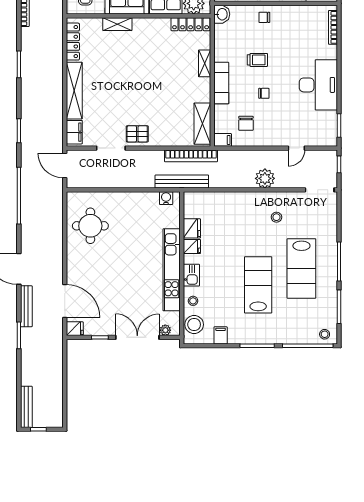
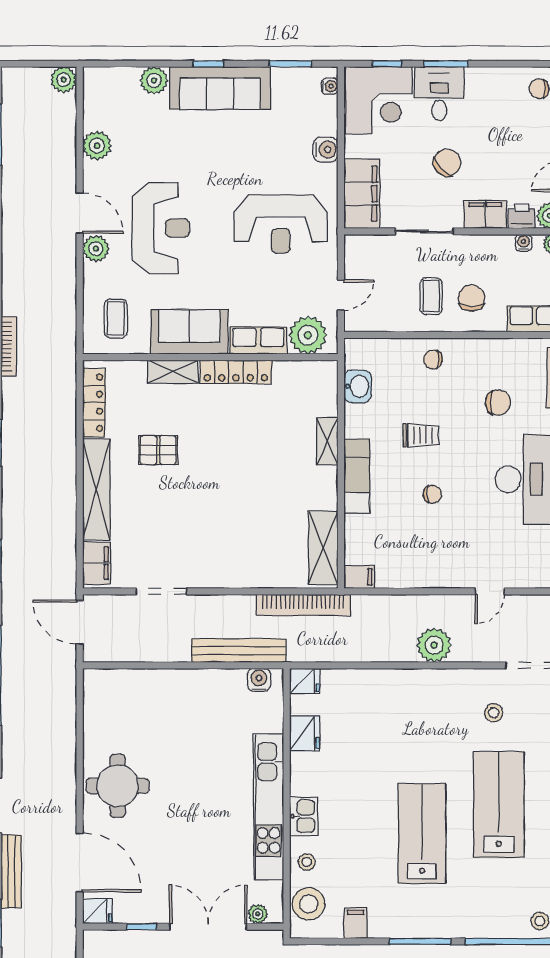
washbasin: (222, 14) -> (358, 386), moved
locker: (191, 24) -> (236, 372), moved
chair: (246, 123) -> (498, 402), moved, turned -90
pallet: (137, 134) -> (158, 450), moved
bench: (182, 182) -> (239, 651), moved
stool: (276, 217) -> (494, 713), moved
round table: (90, 226) -> (118, 786), moved
fridge: (192, 247) -> (305, 681), moved
lab bench: (301, 268) -> (499, 805), turned 180

